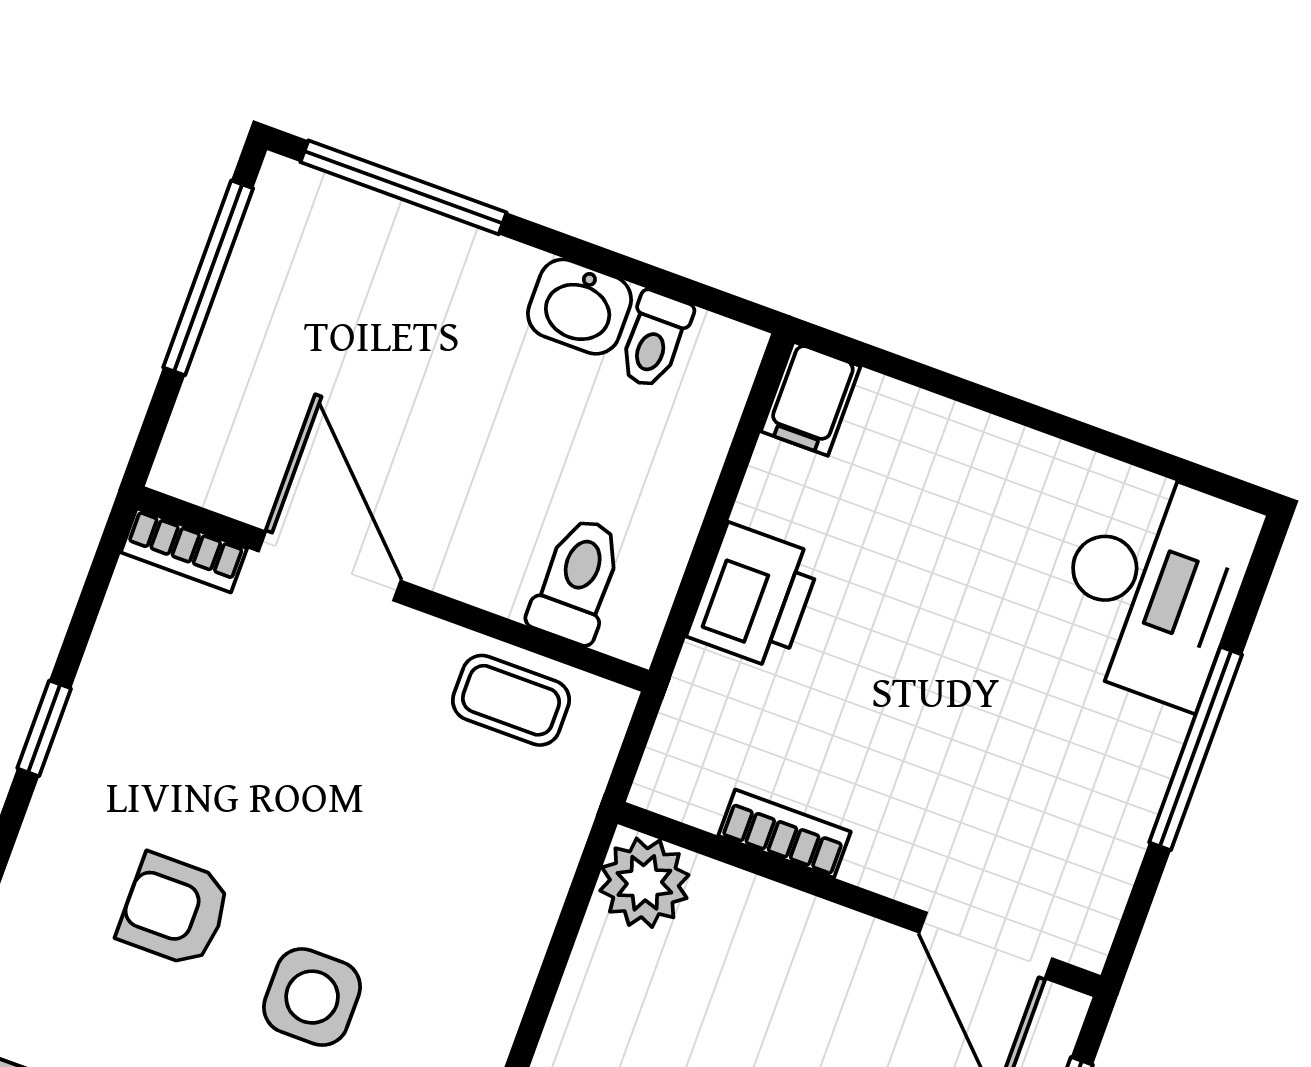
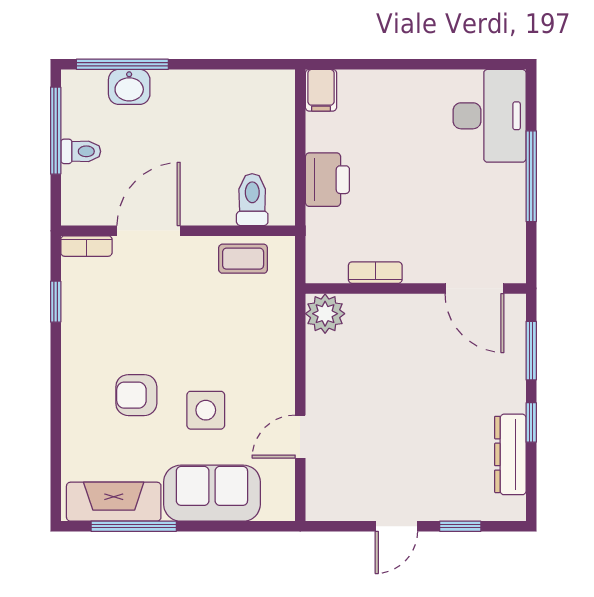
washbasin: (580, 307) -> (129, 87), moved
toilet: (655, 340) -> (81, 151), moved, turned -90
door: (330, 566) -> (149, 231), hinge flipped
window: (44, 728) -> (56, 302), moved

